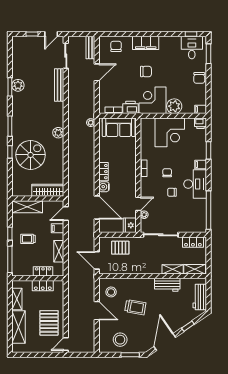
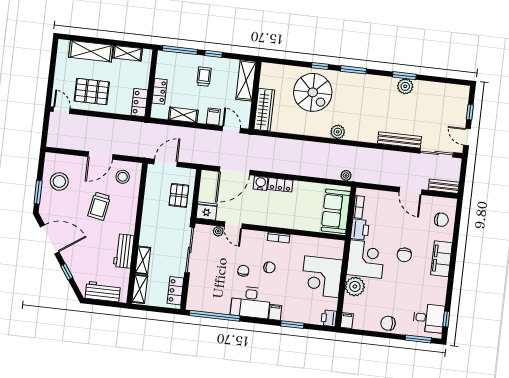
locker: (43, 286) -> (140, 103), moved

